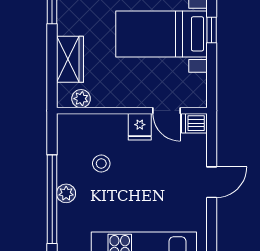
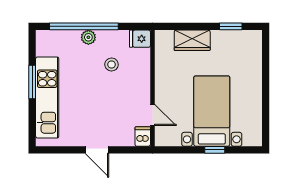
plant: (81, 99) -> (162, 49), removed
door: (167, 111) -> (152, 115), swing flipped
fridge: (140, 127) -> (140, 39), moved

